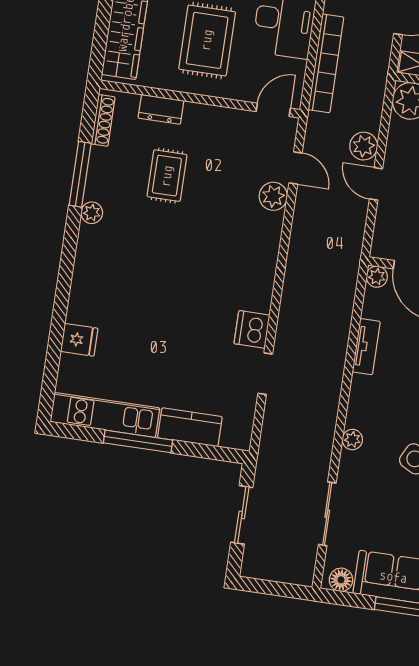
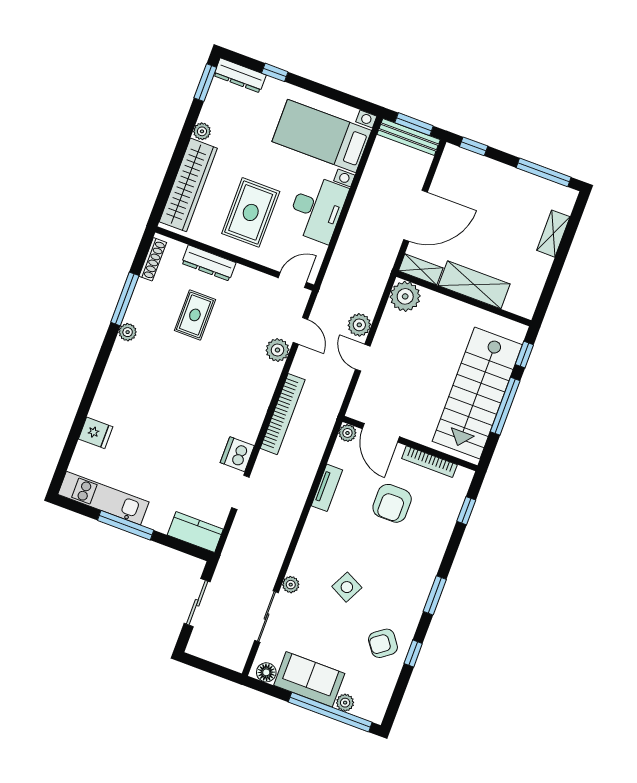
bookcase: (326, 63) -> (283, 414), moved
dresser: (161, 109) -> (209, 263), width x1.44
kitchen counter: (190, 427) -> (195, 532), moved
plant: (352, 440) -> (291, 585), moved

